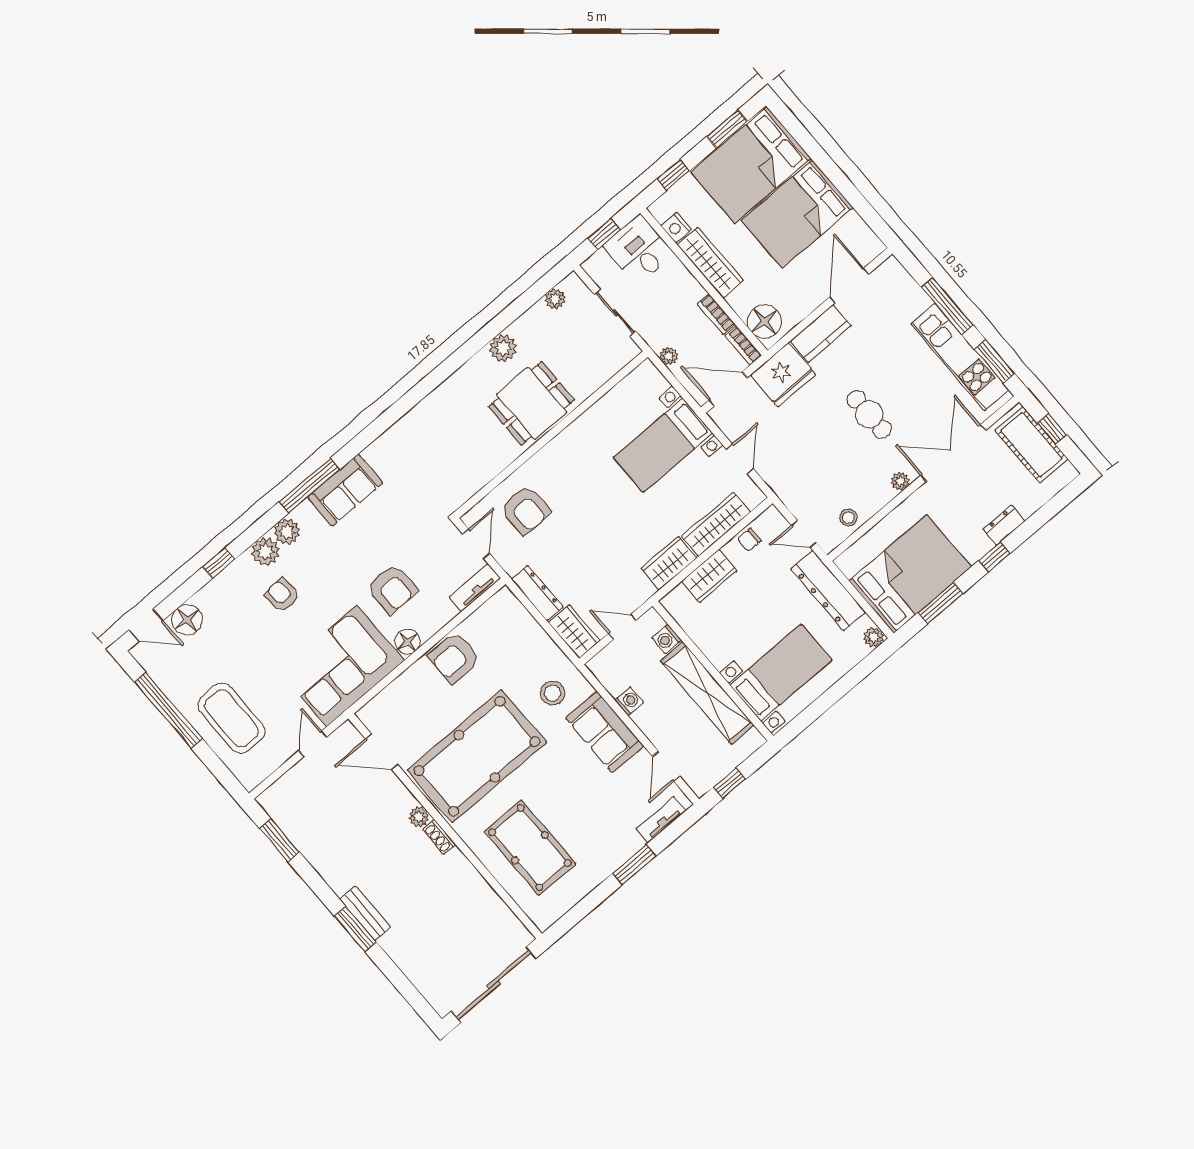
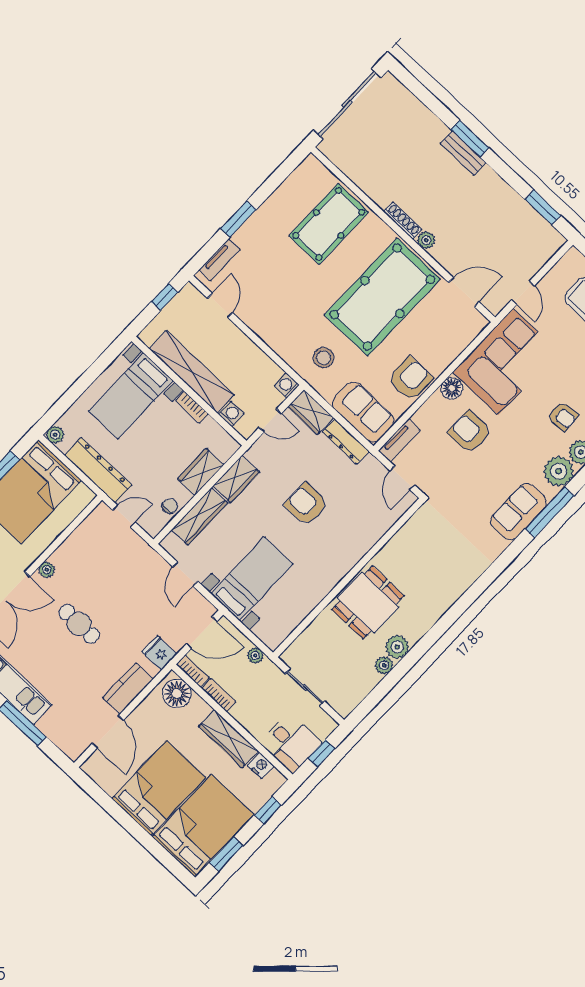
plant: (555, 299) -> (384, 665), moved
fridge: (783, 375) -> (159, 653), width x0.53, depth x0.75
armchair: (525, 510) -> (306, 504), moved
stool: (848, 517) -> (88, 534), removed
plant: (287, 532) -> (559, 471), width x1.36, depth x1.36
bookcase: (711, 652) -> (192, 407), added
washing machine: (629, 701) -> (287, 385), moved, turned 90
sofa: (605, 732) -> (363, 412), moved
shoe rack: (439, 837) -> (403, 221), width x1.43
pool table: (530, 848) -> (329, 224), turned 90

